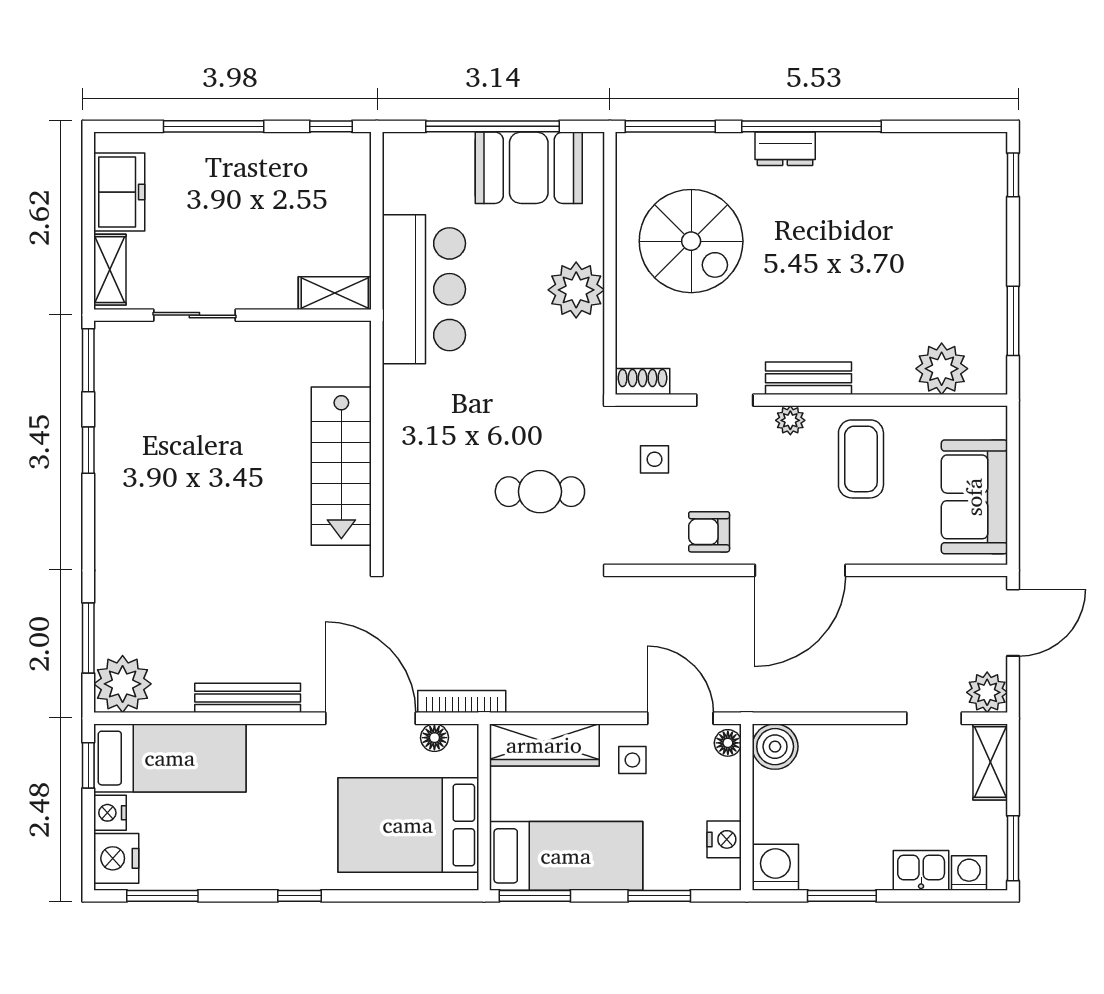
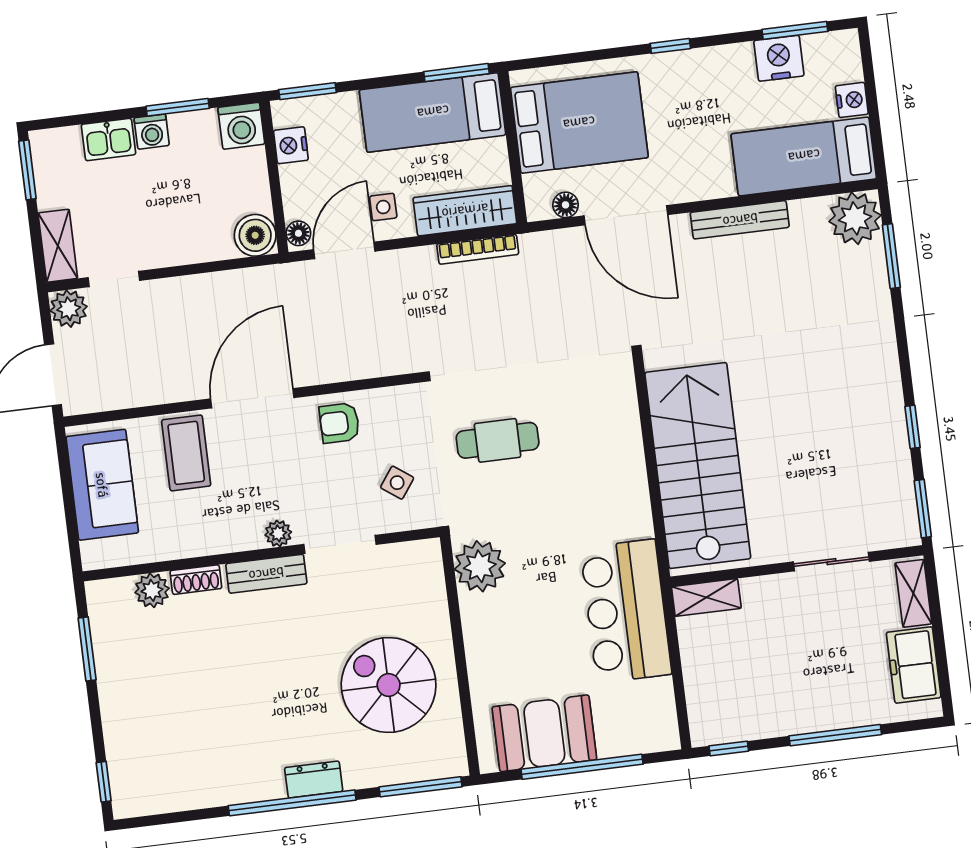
plant: (576, 290) -> (480, 566), moved
plant: (942, 369) -> (152, 590), width x0.73, depth x0.73
shoe rack: (642, 381) -> (196, 580), moved
doorway: (725, 400) -> (340, 544), width x1.38
side table: (654, 459) -> (397, 483), turned 36
coffee table: (861, 459) -> (186, 453), moved
stairs: (341, 466) -> (698, 465), width x1.36, depth x1.51
armchair: (709, 532) -> (339, 423), turned 180
bookcase: (462, 702) -> (478, 249), moved
door: (680, 718) -> (344, 250), swing flipped
window: (88, 765) -> (877, 141), removed
nightstand: (116, 858) -> (779, 58), moved, turned -90
washing machine: (969, 873) -> (152, 132), moved
window: (659, 896) -> (307, 91), moved

